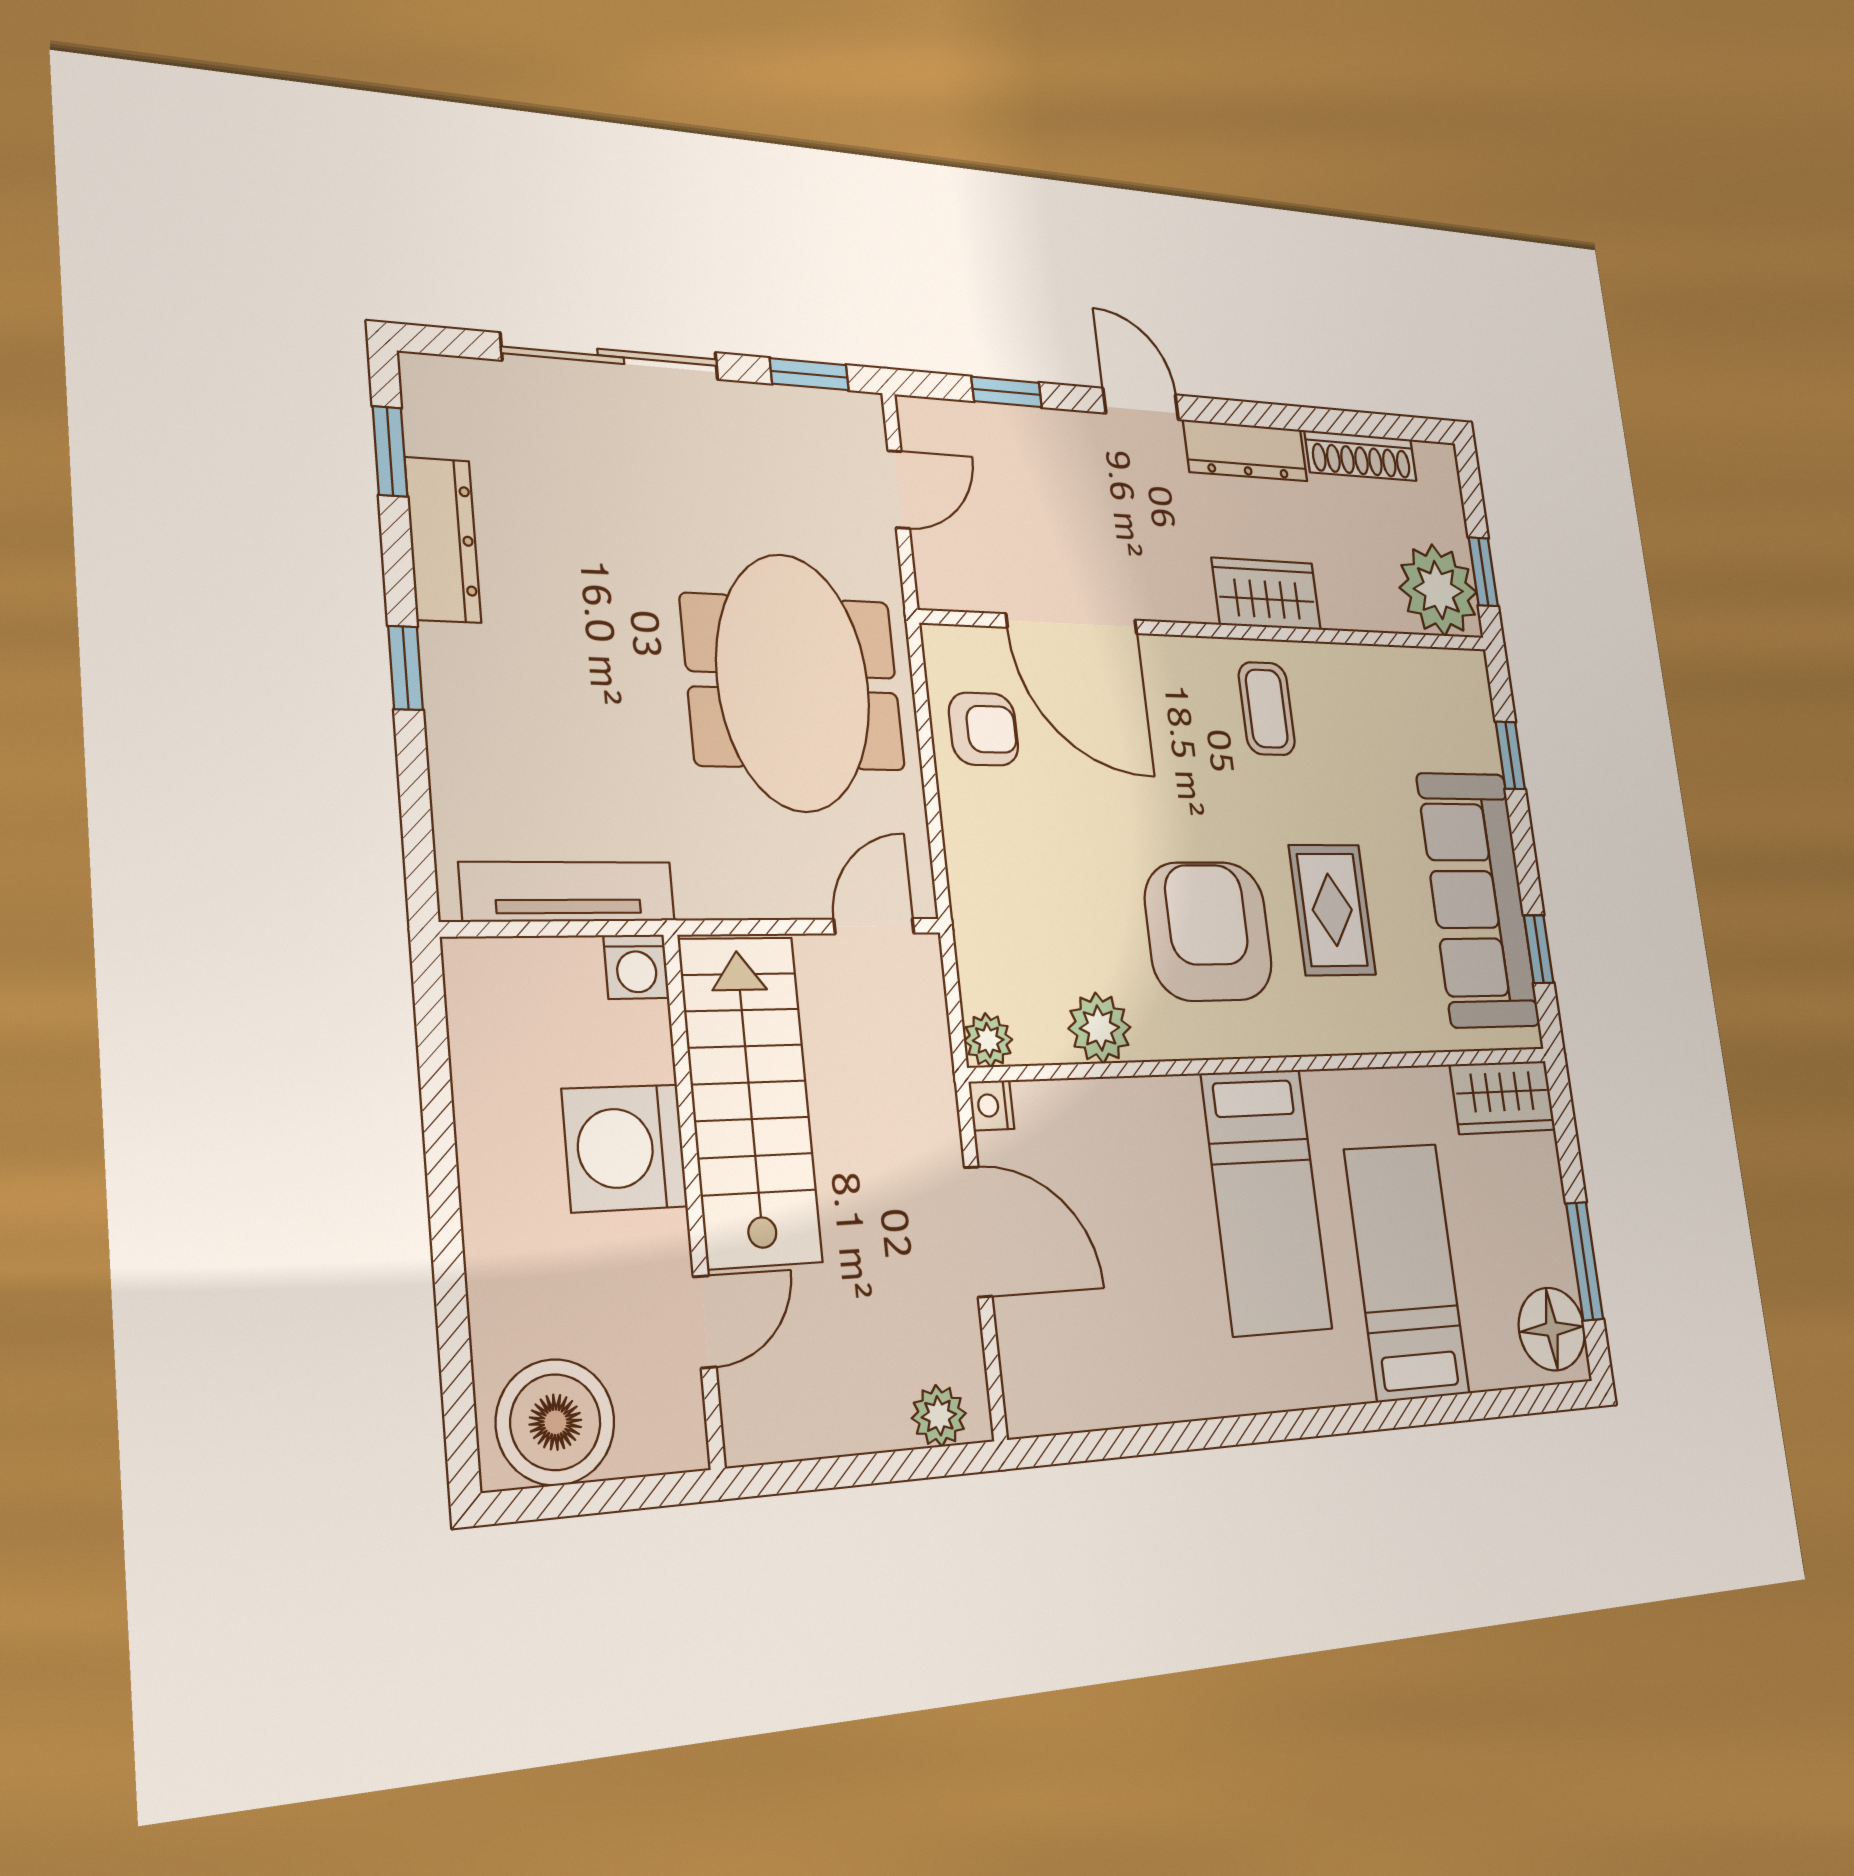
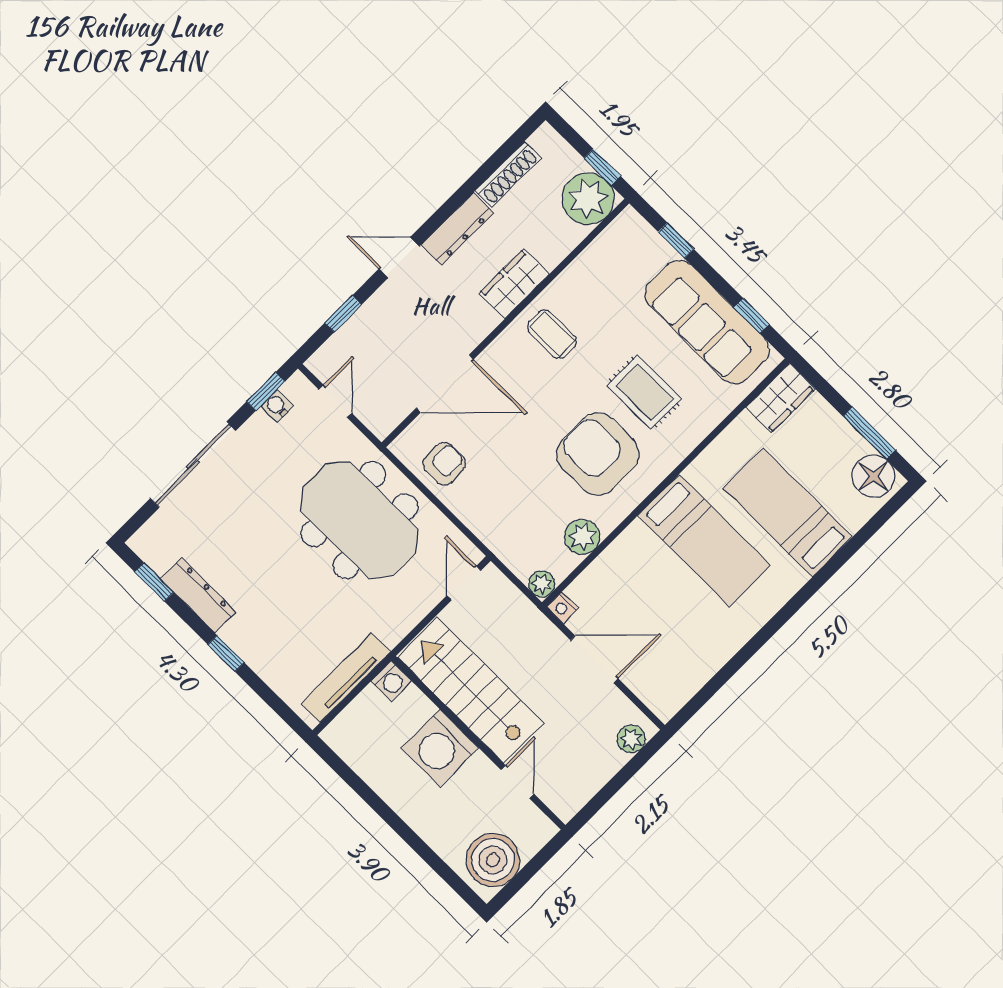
water cooler: (808, 409) -> (277, 406), added

